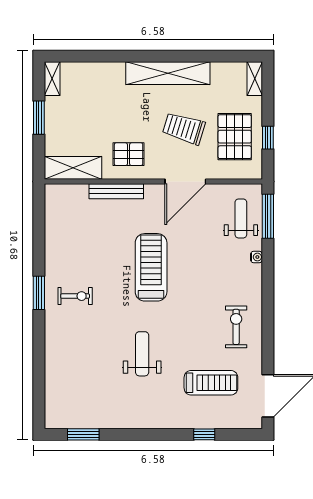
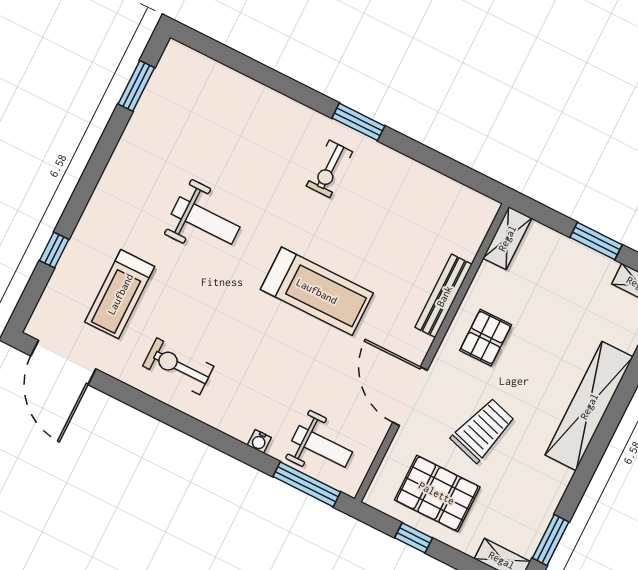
window: (229, 56) -> (551, 540), added
shelving: (168, 73) -> (589, 406), moved
shelving: (73, 168) -> (507, 238), width x0.67, depth x0.75
exercise bike: (236, 327) -> (178, 366), turned 180

